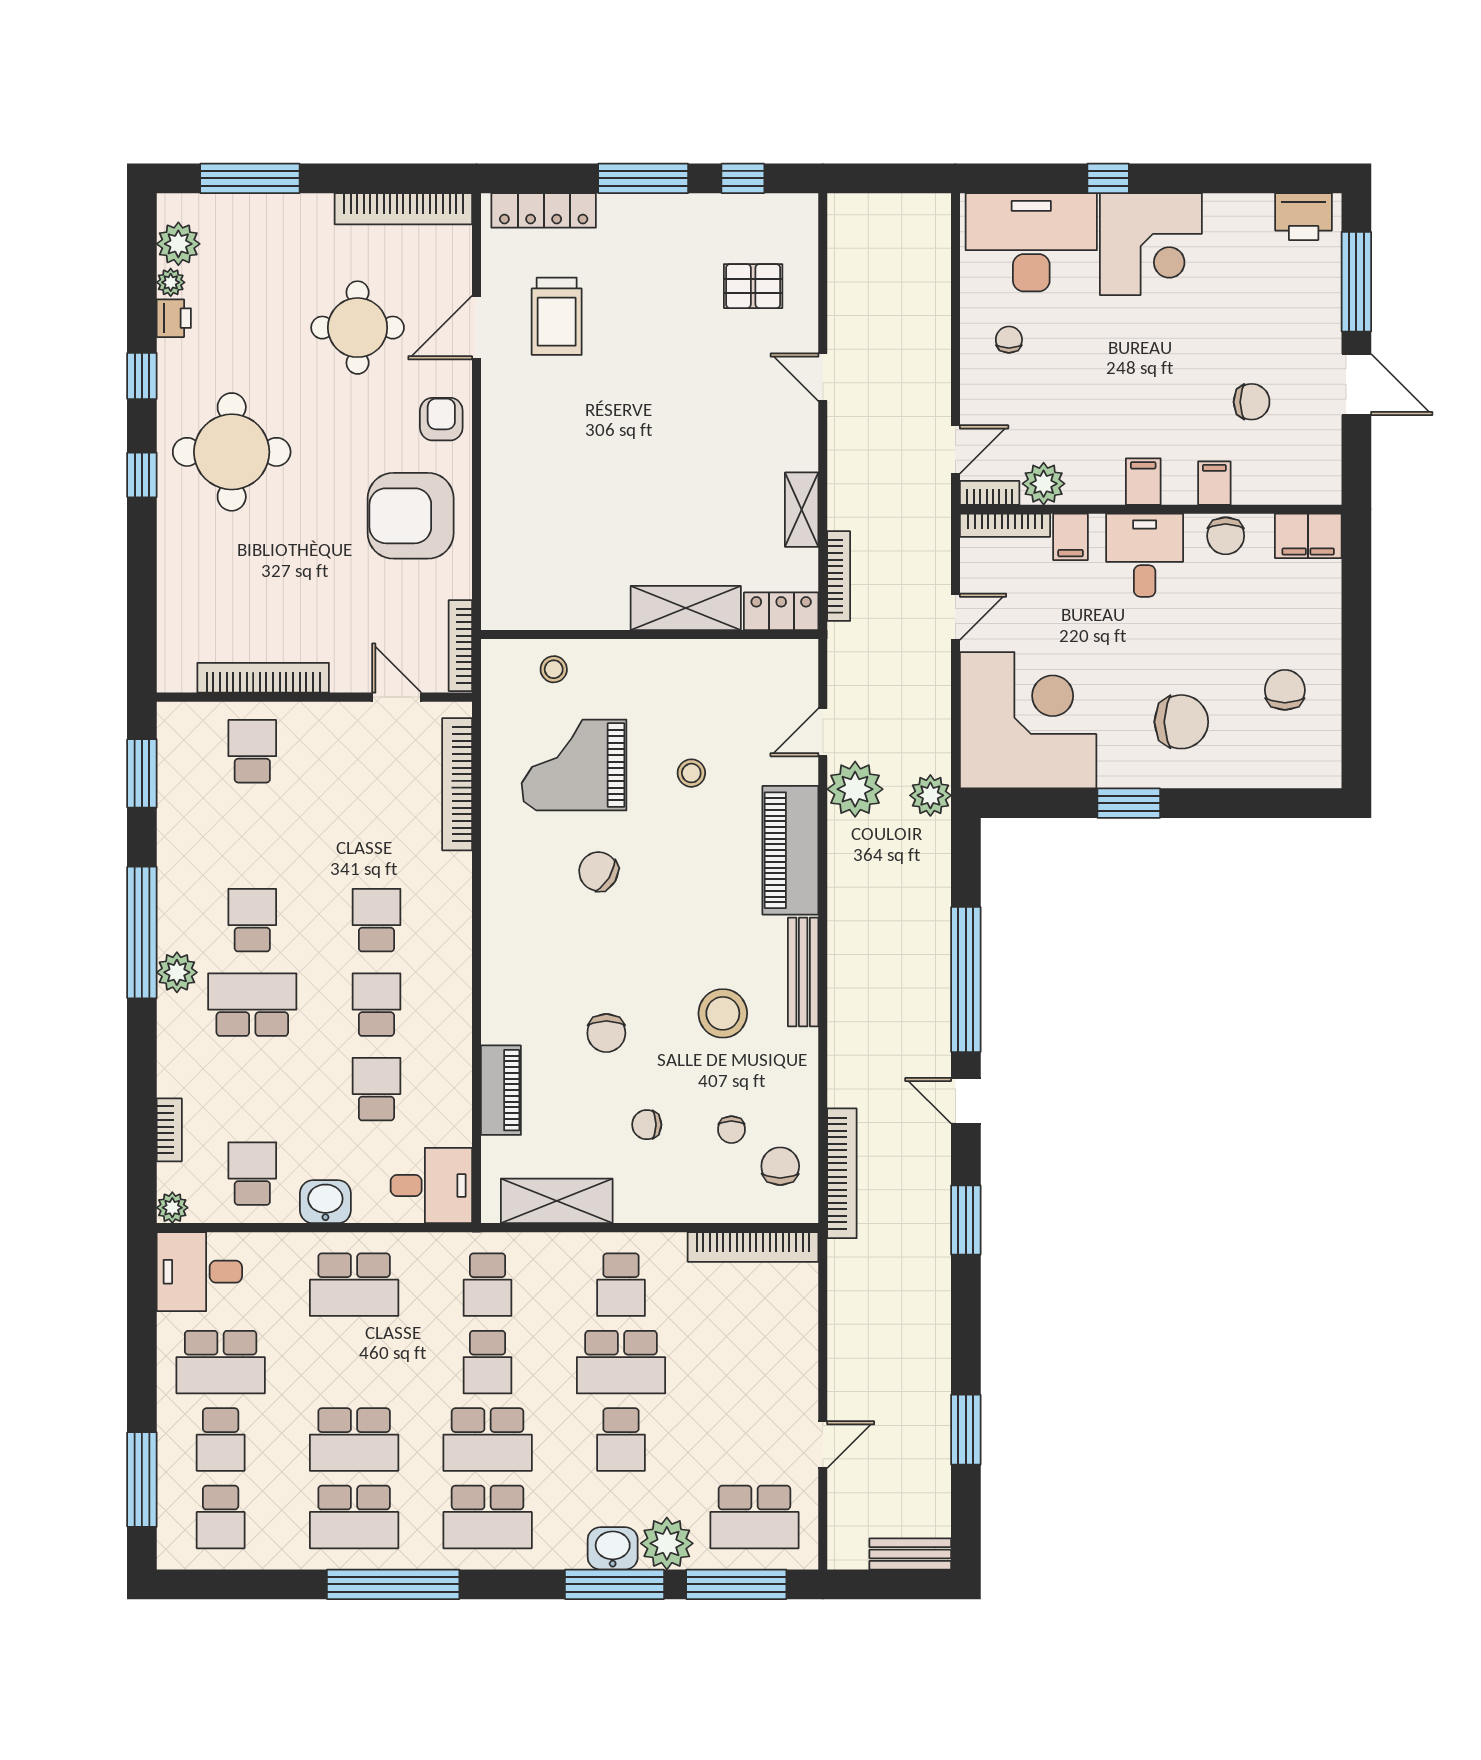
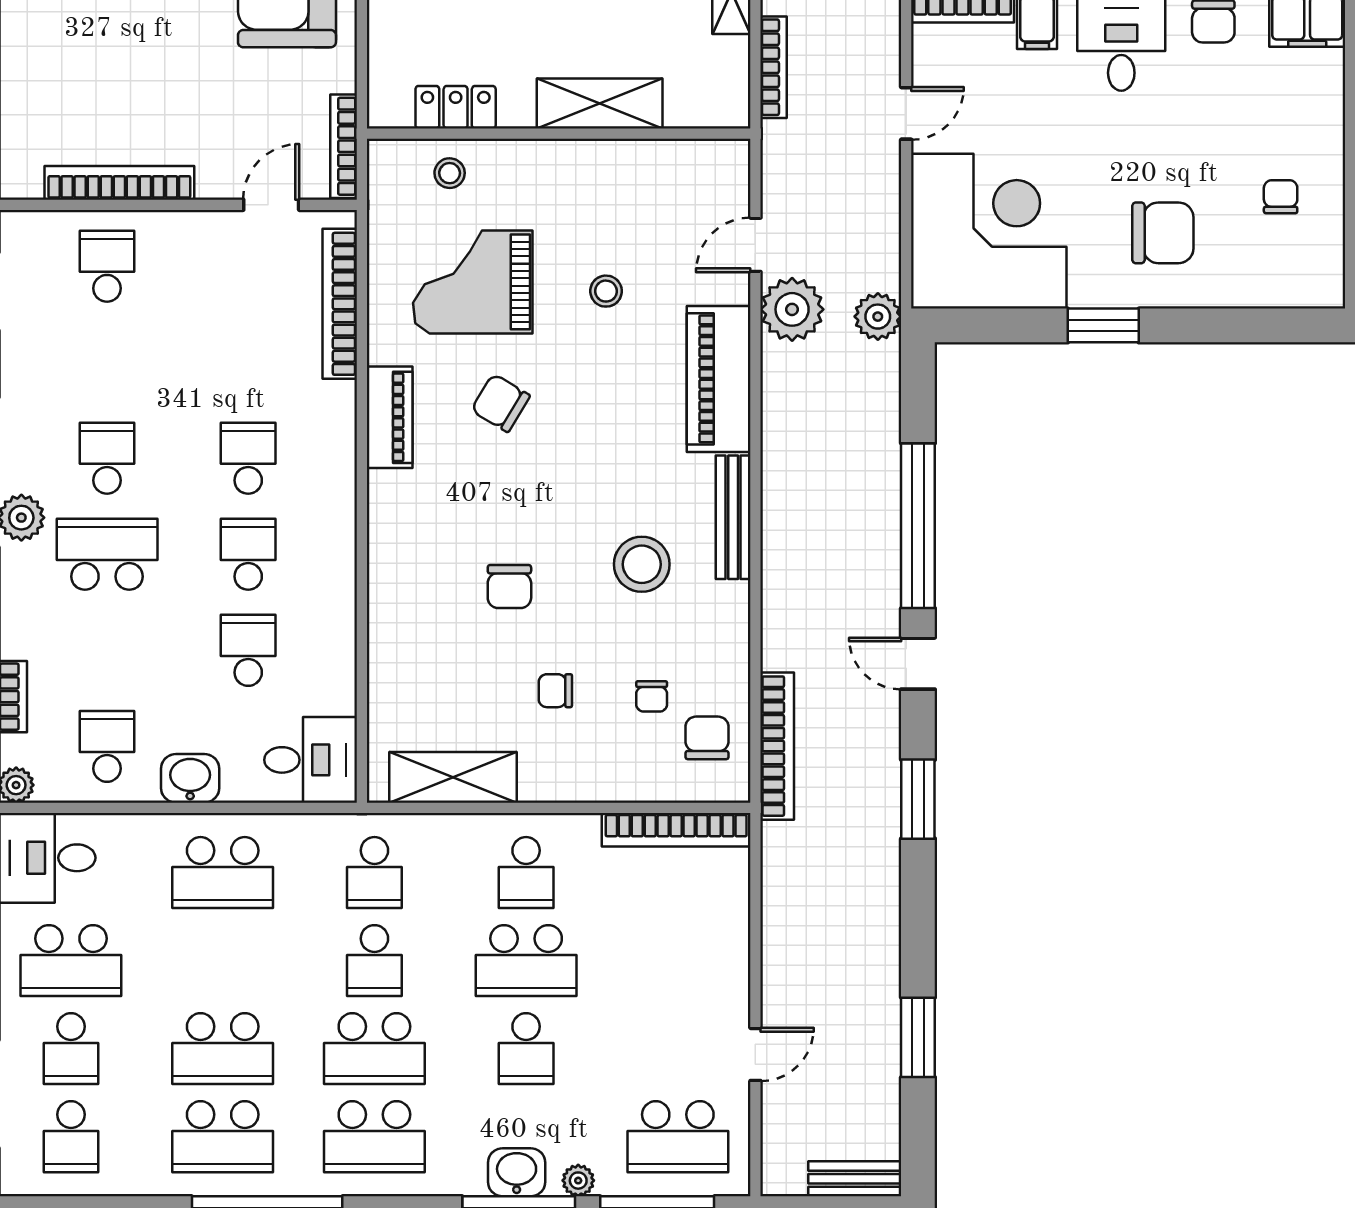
locker: (781, 611) -> (456, 107), moved
chair: (1285, 690) -> (1281, 197), width x0.73, depth x0.73
door: (397, 697) -> (271, 205), hinge flipped
piano: (501, 1090) -> (390, 417), moved
plant: (667, 1543) -> (578, 1181), width x0.53, depth x0.53

